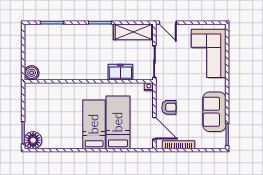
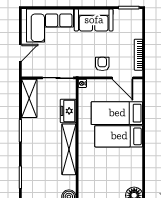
door: (168, 23) -> (20, 53), moved
shelving: (81, 73) -> (69, 149), added
sofa: (214, 112) -> (94, 20), moved
door: (154, 128) -> (122, 78), swing flipped

